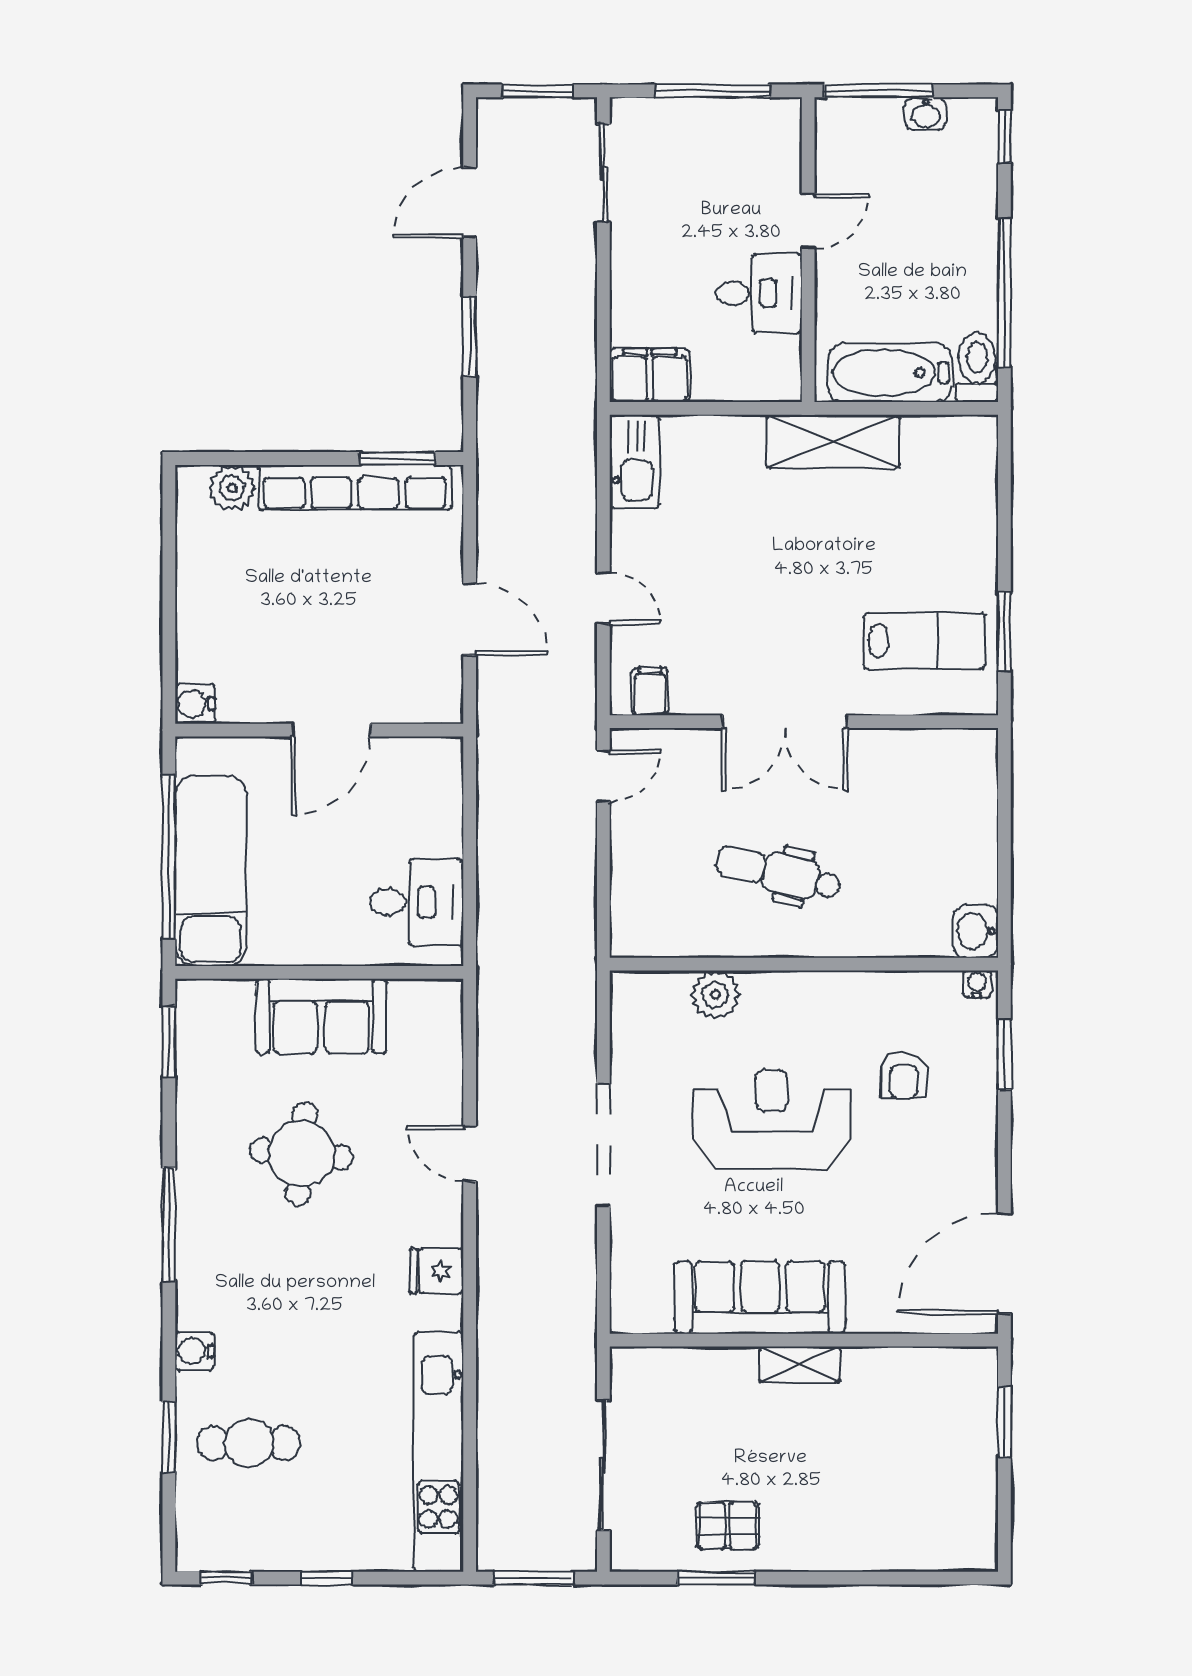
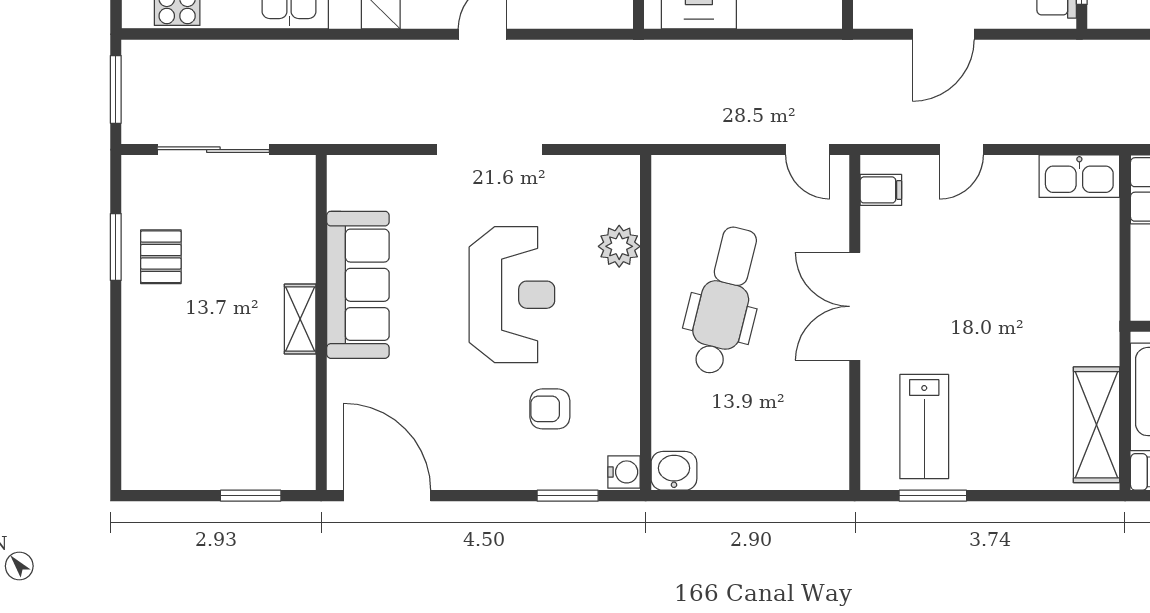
shelving: (833, 441) -> (1097, 425), moved
dental chair: (778, 873) -> (724, 301), width x1.36, depth x1.38
water cooler: (977, 984) -> (624, 472), width x1.38, depth x1.38

